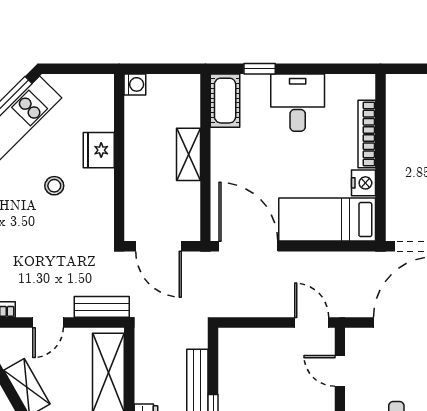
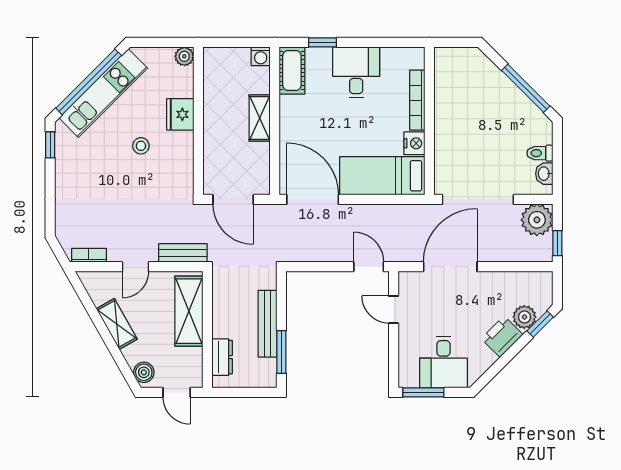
washing machine: (135, 84) -> (261, 56), moved, turned 90
plant: (103, 85) -> (184, 56), added

